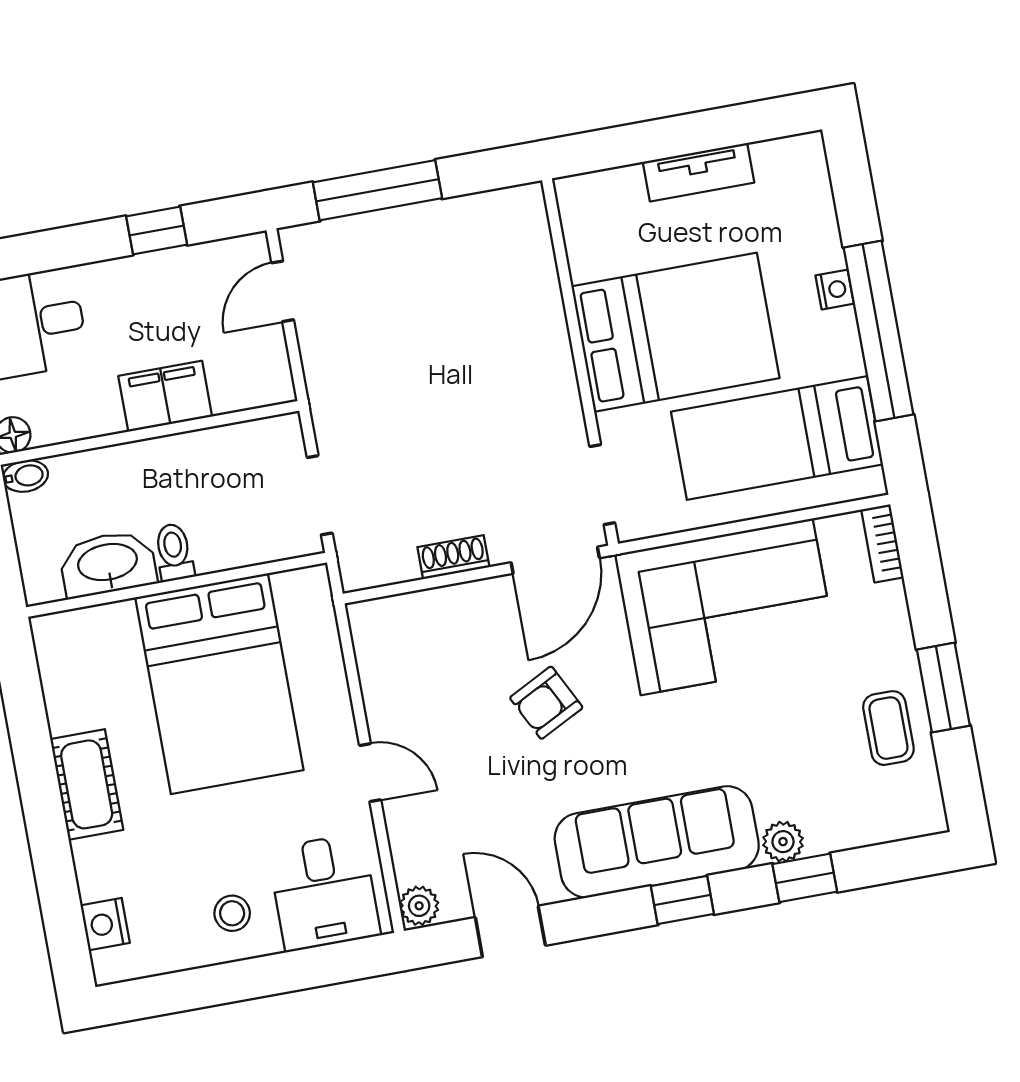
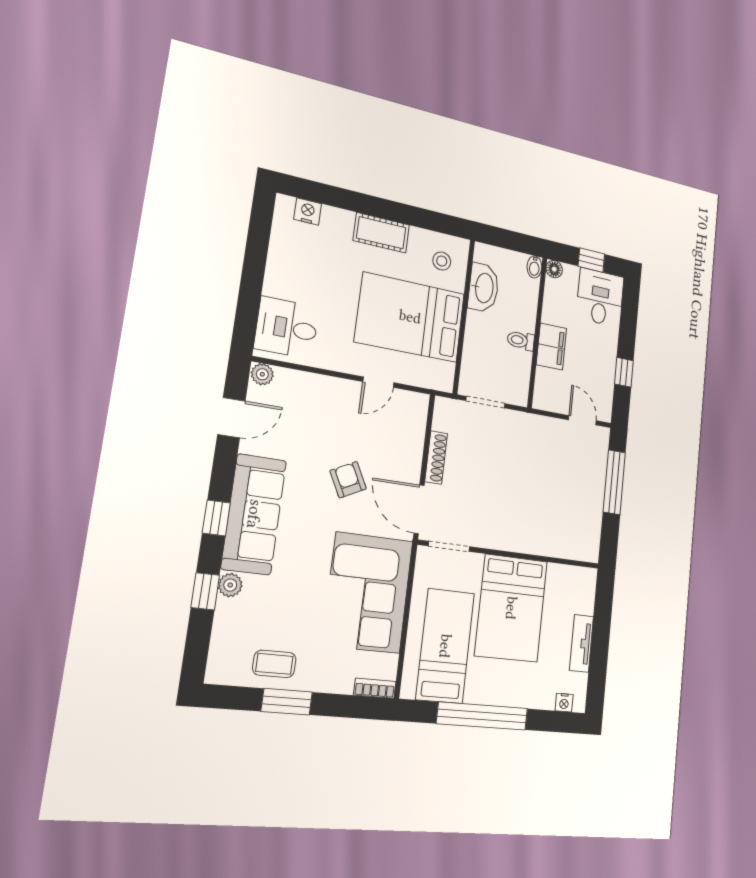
nightstand: (835, 290) -> (564, 703), moved
toilet: (174, 552) -> (521, 341), moved, turned 180
shoe rack: (453, 557) -> (436, 458), width x1.43
door: (370, 773) -> (378, 382), moved
stool: (232, 913) -> (442, 261), moved

